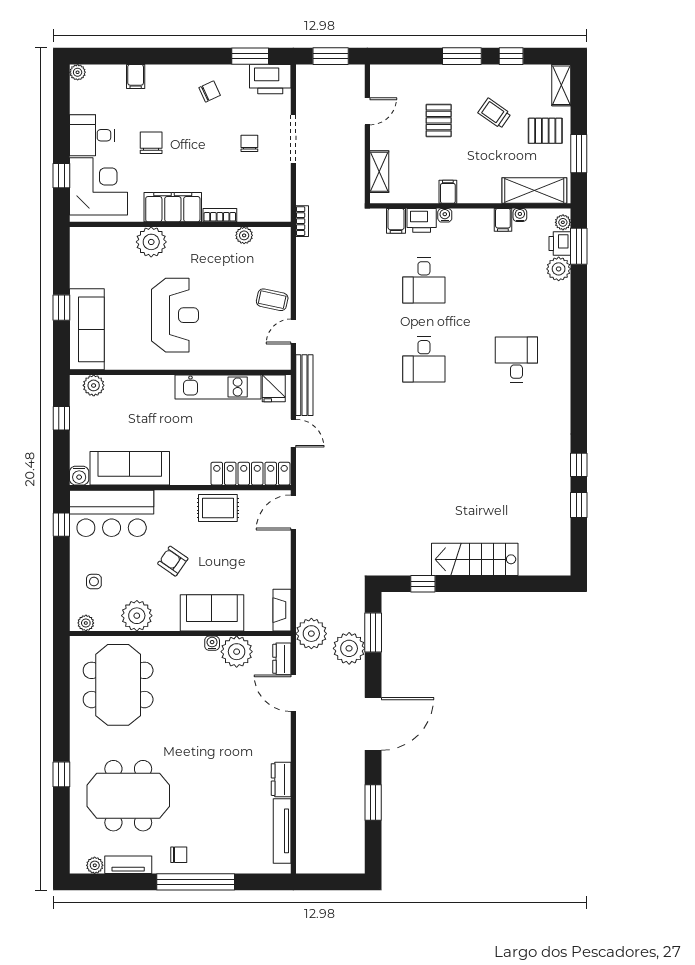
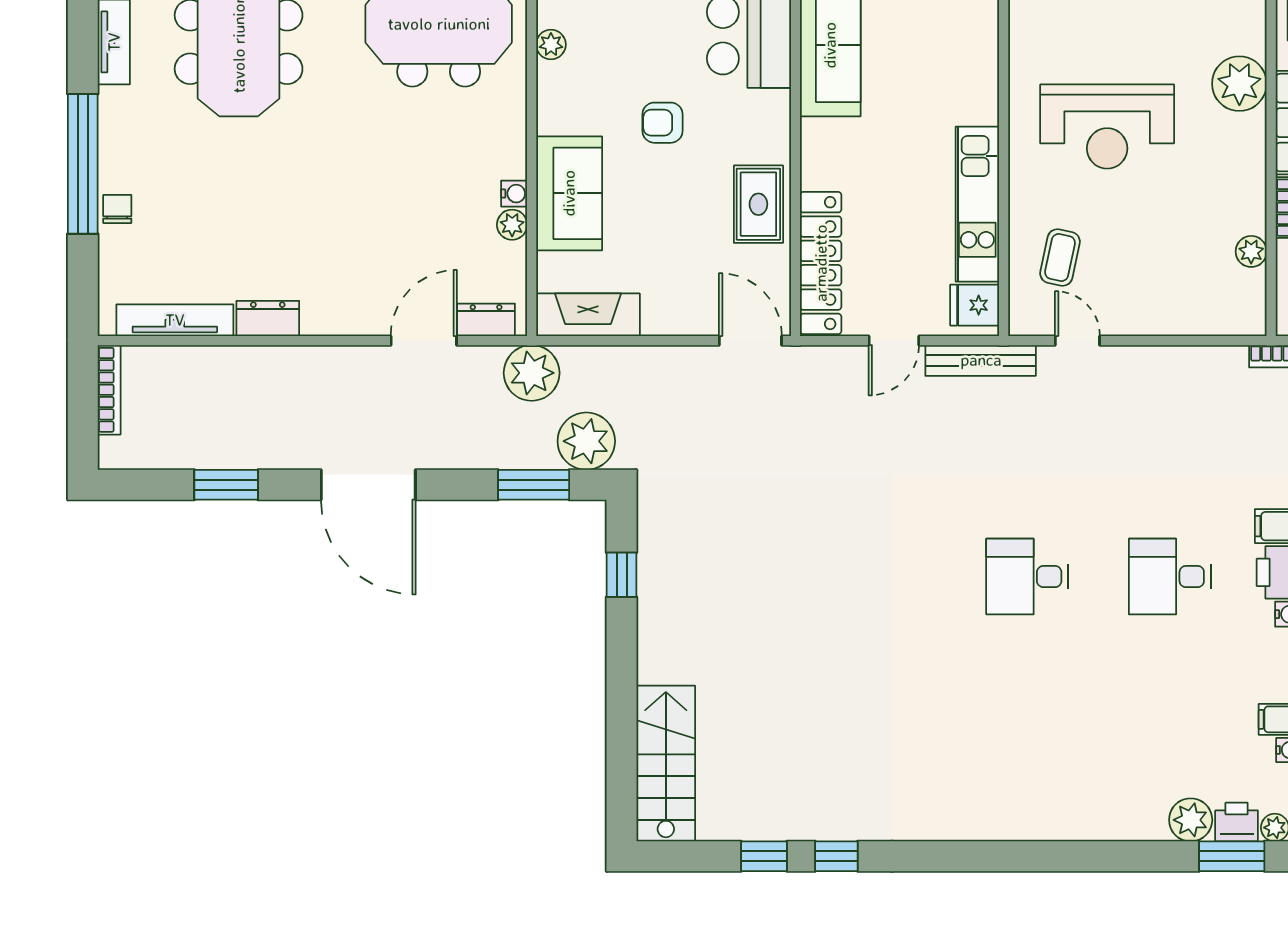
coffee table: (272, 300) -> (1060, 257), moved
desk: (516, 359) -> (1027, 744), removed
stairs: (475, 559) -> (666, 764), moved
armchair: (173, 561) -> (662, 123), turned -125
fireplace: (282, 610) -> (588, 315), width x1.37, depth x1.32
plant: (137, 616) -> (551, 45), width x0.53, depth x0.53
plant: (349, 648) -> (586, 441), moved
plant: (237, 652) -> (512, 225), width x0.53, depth x0.53
chair: (179, 855) -> (117, 209), moved, turned 180
bookcase: (321, 867) -> (109, 390), added

